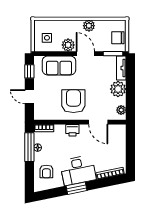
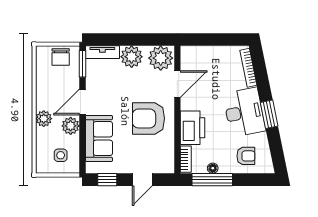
plant: (89, 26) -> (44, 119), moved
plant: (121, 110) -> (161, 58), width x1.88, depth x1.88
printer: (72, 130) -> (193, 128), width x1.87, depth x1.48

